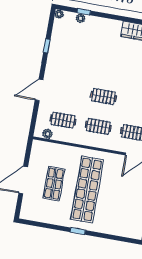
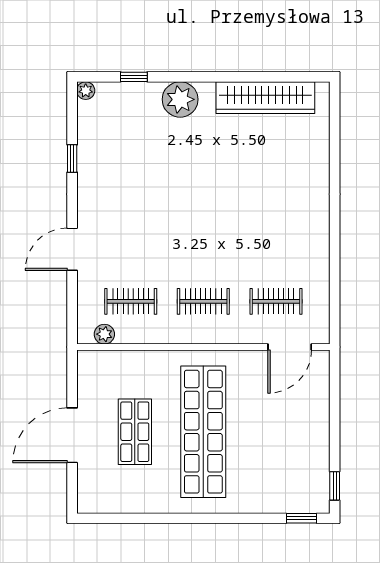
plant: (81, 18) -> (180, 99), moved, width x1.87, depth x1.87
clothes rail: (103, 96) -> (203, 240), removed
window: (78, 231) -> (301, 518), moved

